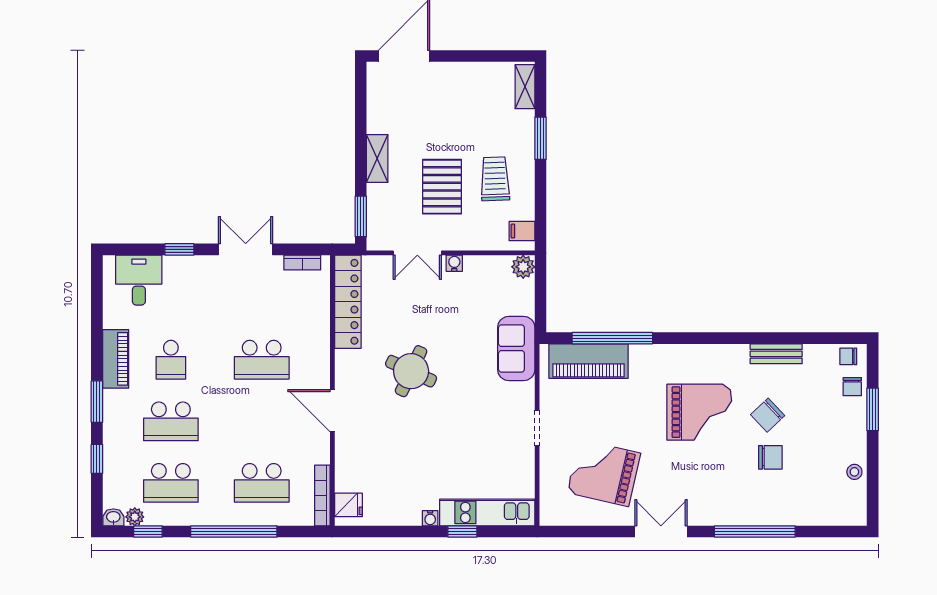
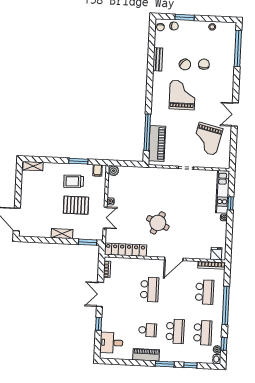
window: (540, 138) -> (78, 161), moved
sofa: (516, 348) -> (150, 175), removed
window: (755, 532) -> (238, 49), moved

